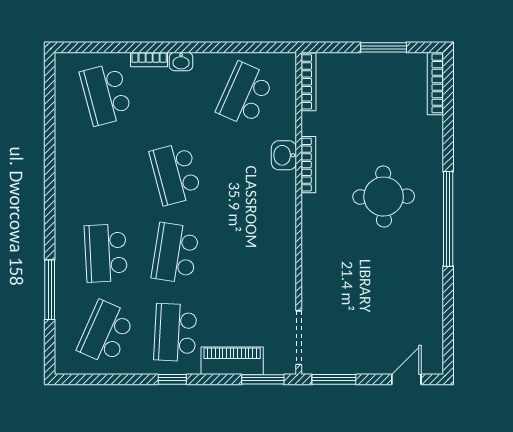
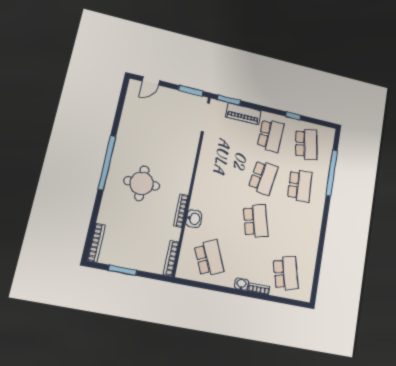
school desk: (245, 94) -> (209, 258), turned -48
window: (50, 290) -> (332, 173), width x1.46
school desk: (106, 332) -> (306, 144), turned -33
window: (172, 379) -> (293, 116), moved

